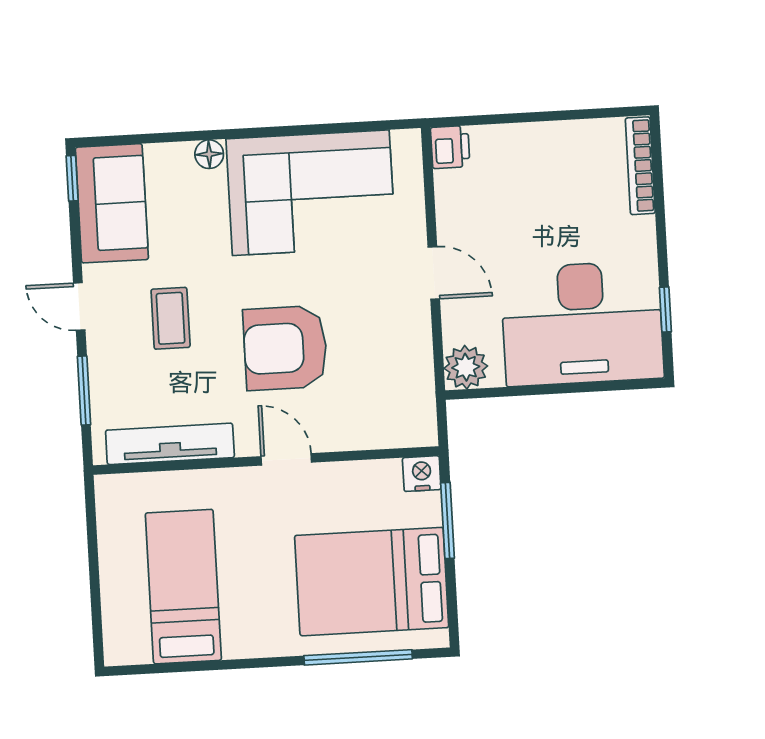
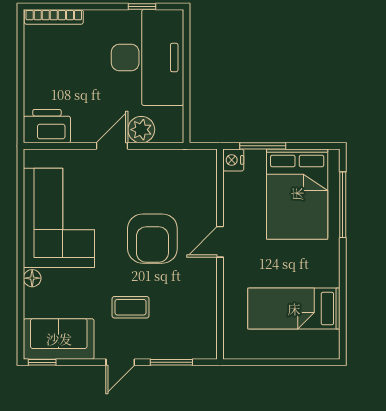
printer: (450, 147) -> (47, 126), width x1.87, depth x1.48
plant: (466, 367) -> (141, 130), moved
tv unit: (170, 444) -> (207, 312), removed

